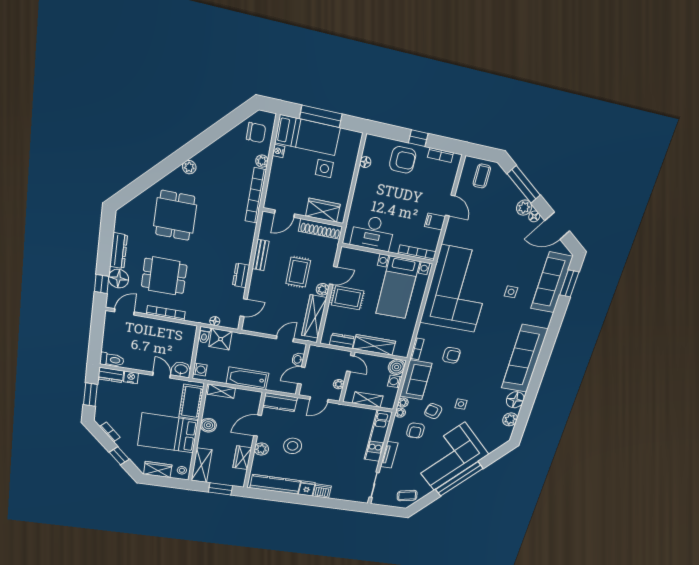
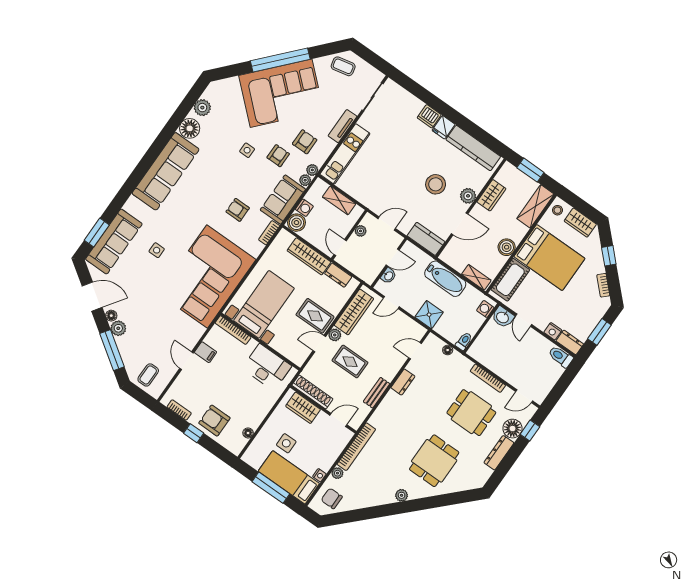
rug: (298, 272) -> (350, 362), turned 90
shower: (221, 339) -> (429, 315), moved
armchair: (433, 411) -> (278, 156), turned -104

